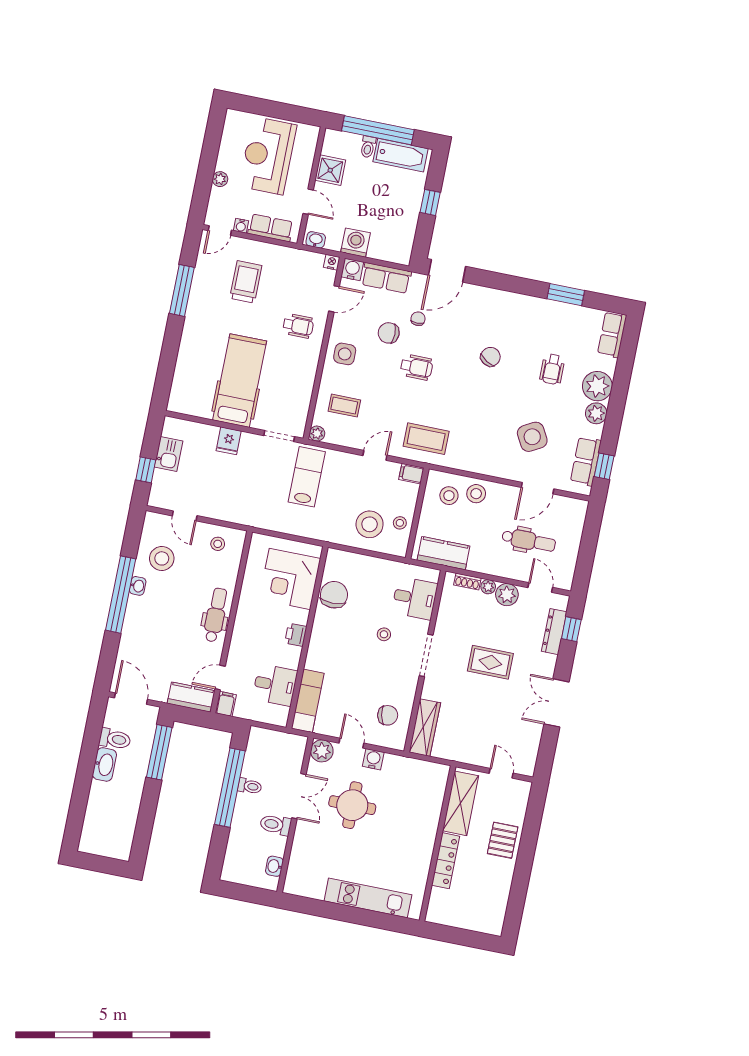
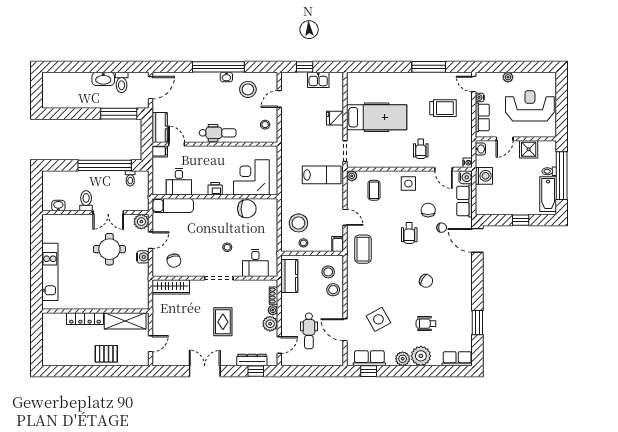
toilet: (250, 786) -> (130, 178), moved

